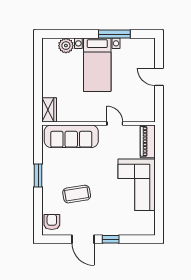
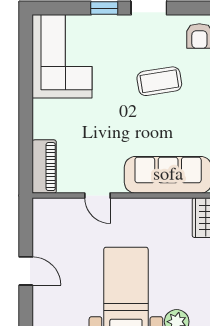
corner sofa: (137, 185) -> (62, 56), moved

